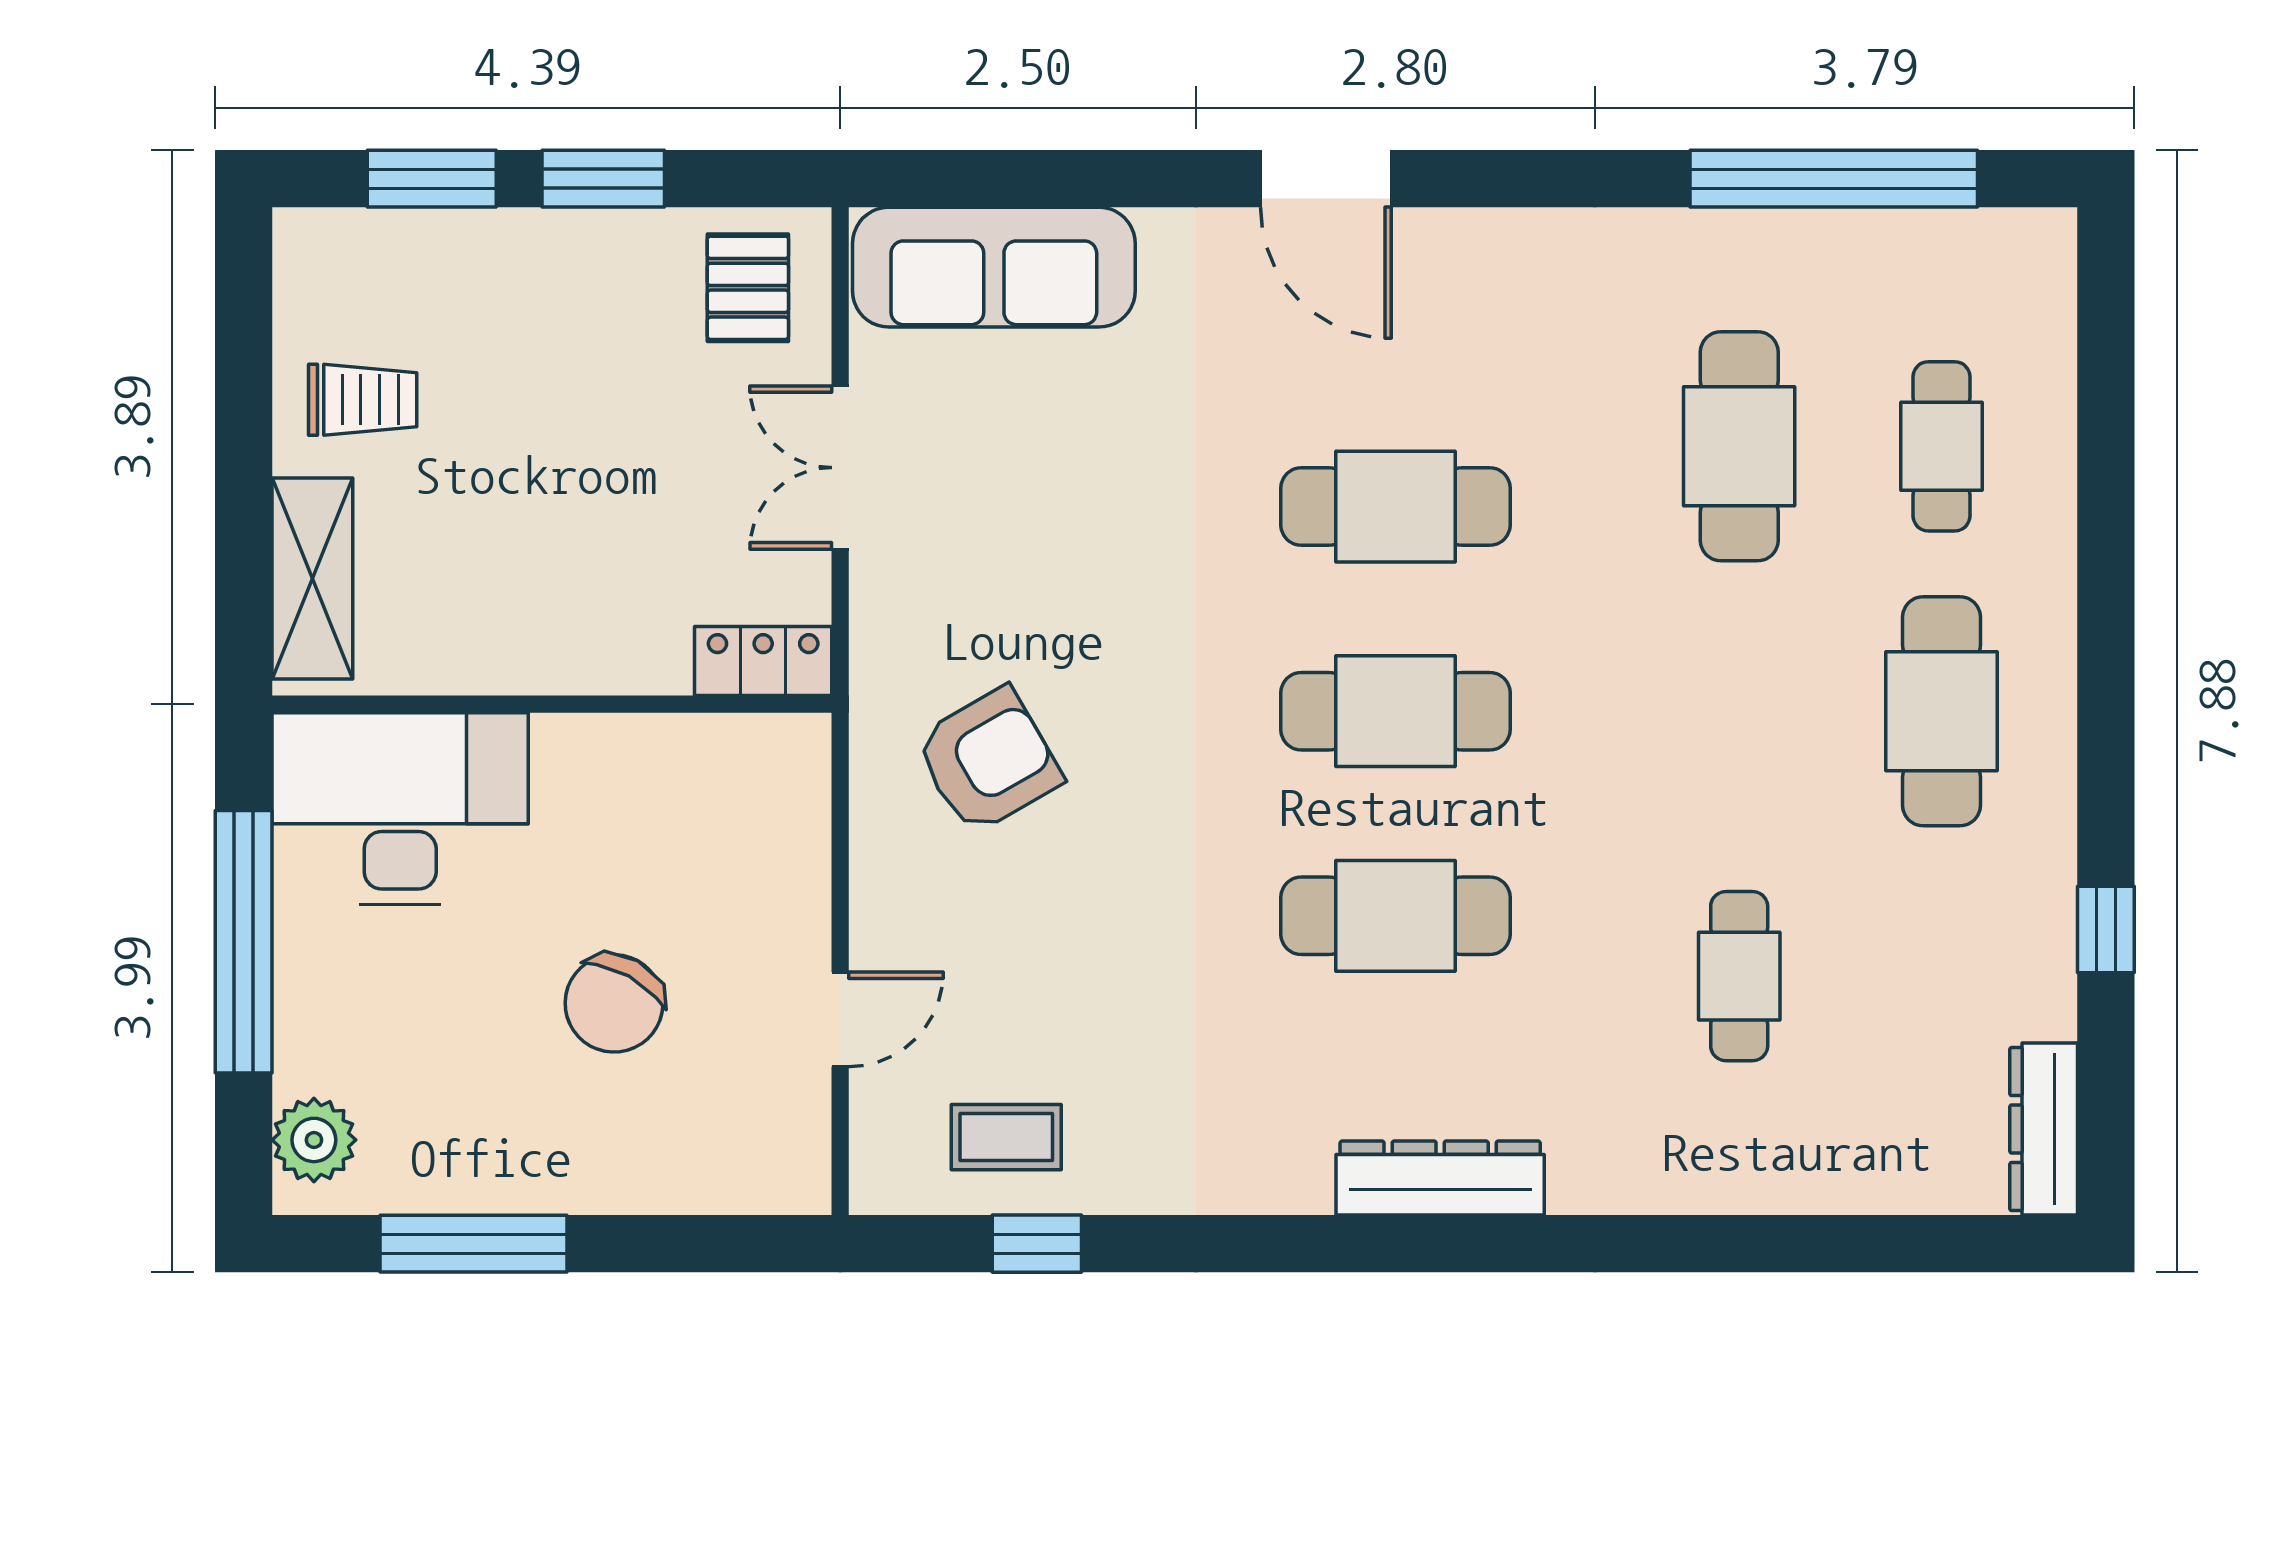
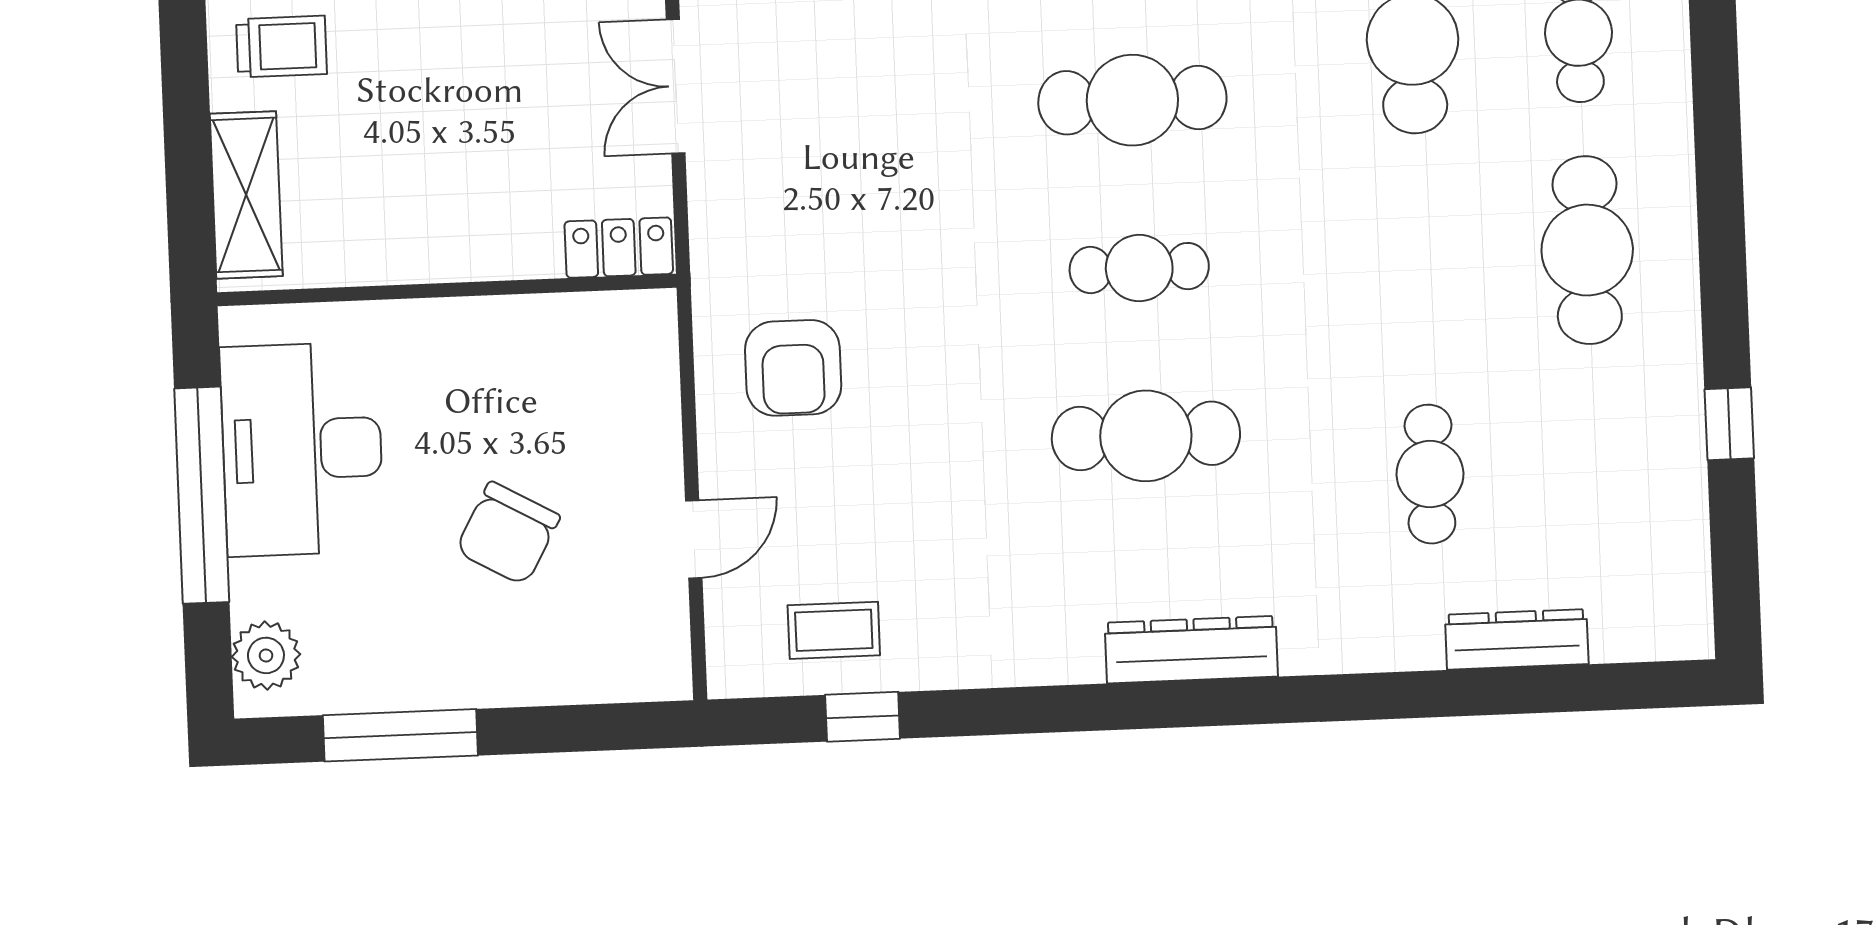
cafe table: (1395, 711) -> (1139, 268), width x0.73, depth x0.74
armchair: (988, 761) -> (793, 368), moved, turned 120
desk: (400, 808) -> (302, 449), moved, turned -90
dresser: (2044, 1129) -> (1517, 639), moved, turned 90

